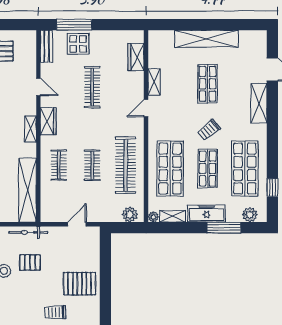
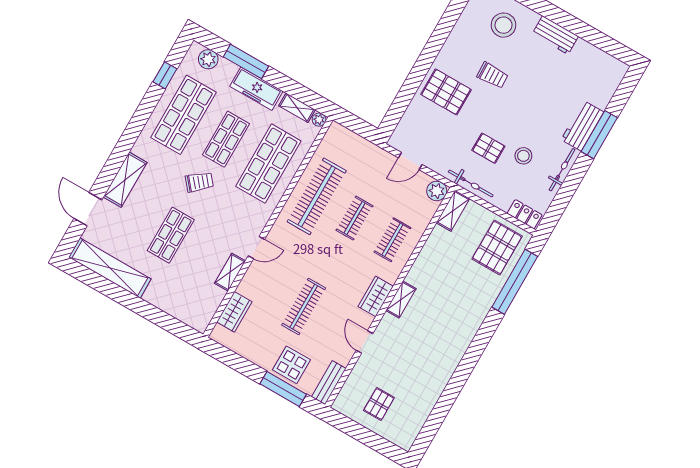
shelving: (206, 39) -> (110, 268), moved
shelving: (28, 190) -> (453, 211), width x0.45, depth x0.75
plant: (130, 215) -> (437, 191), moved

